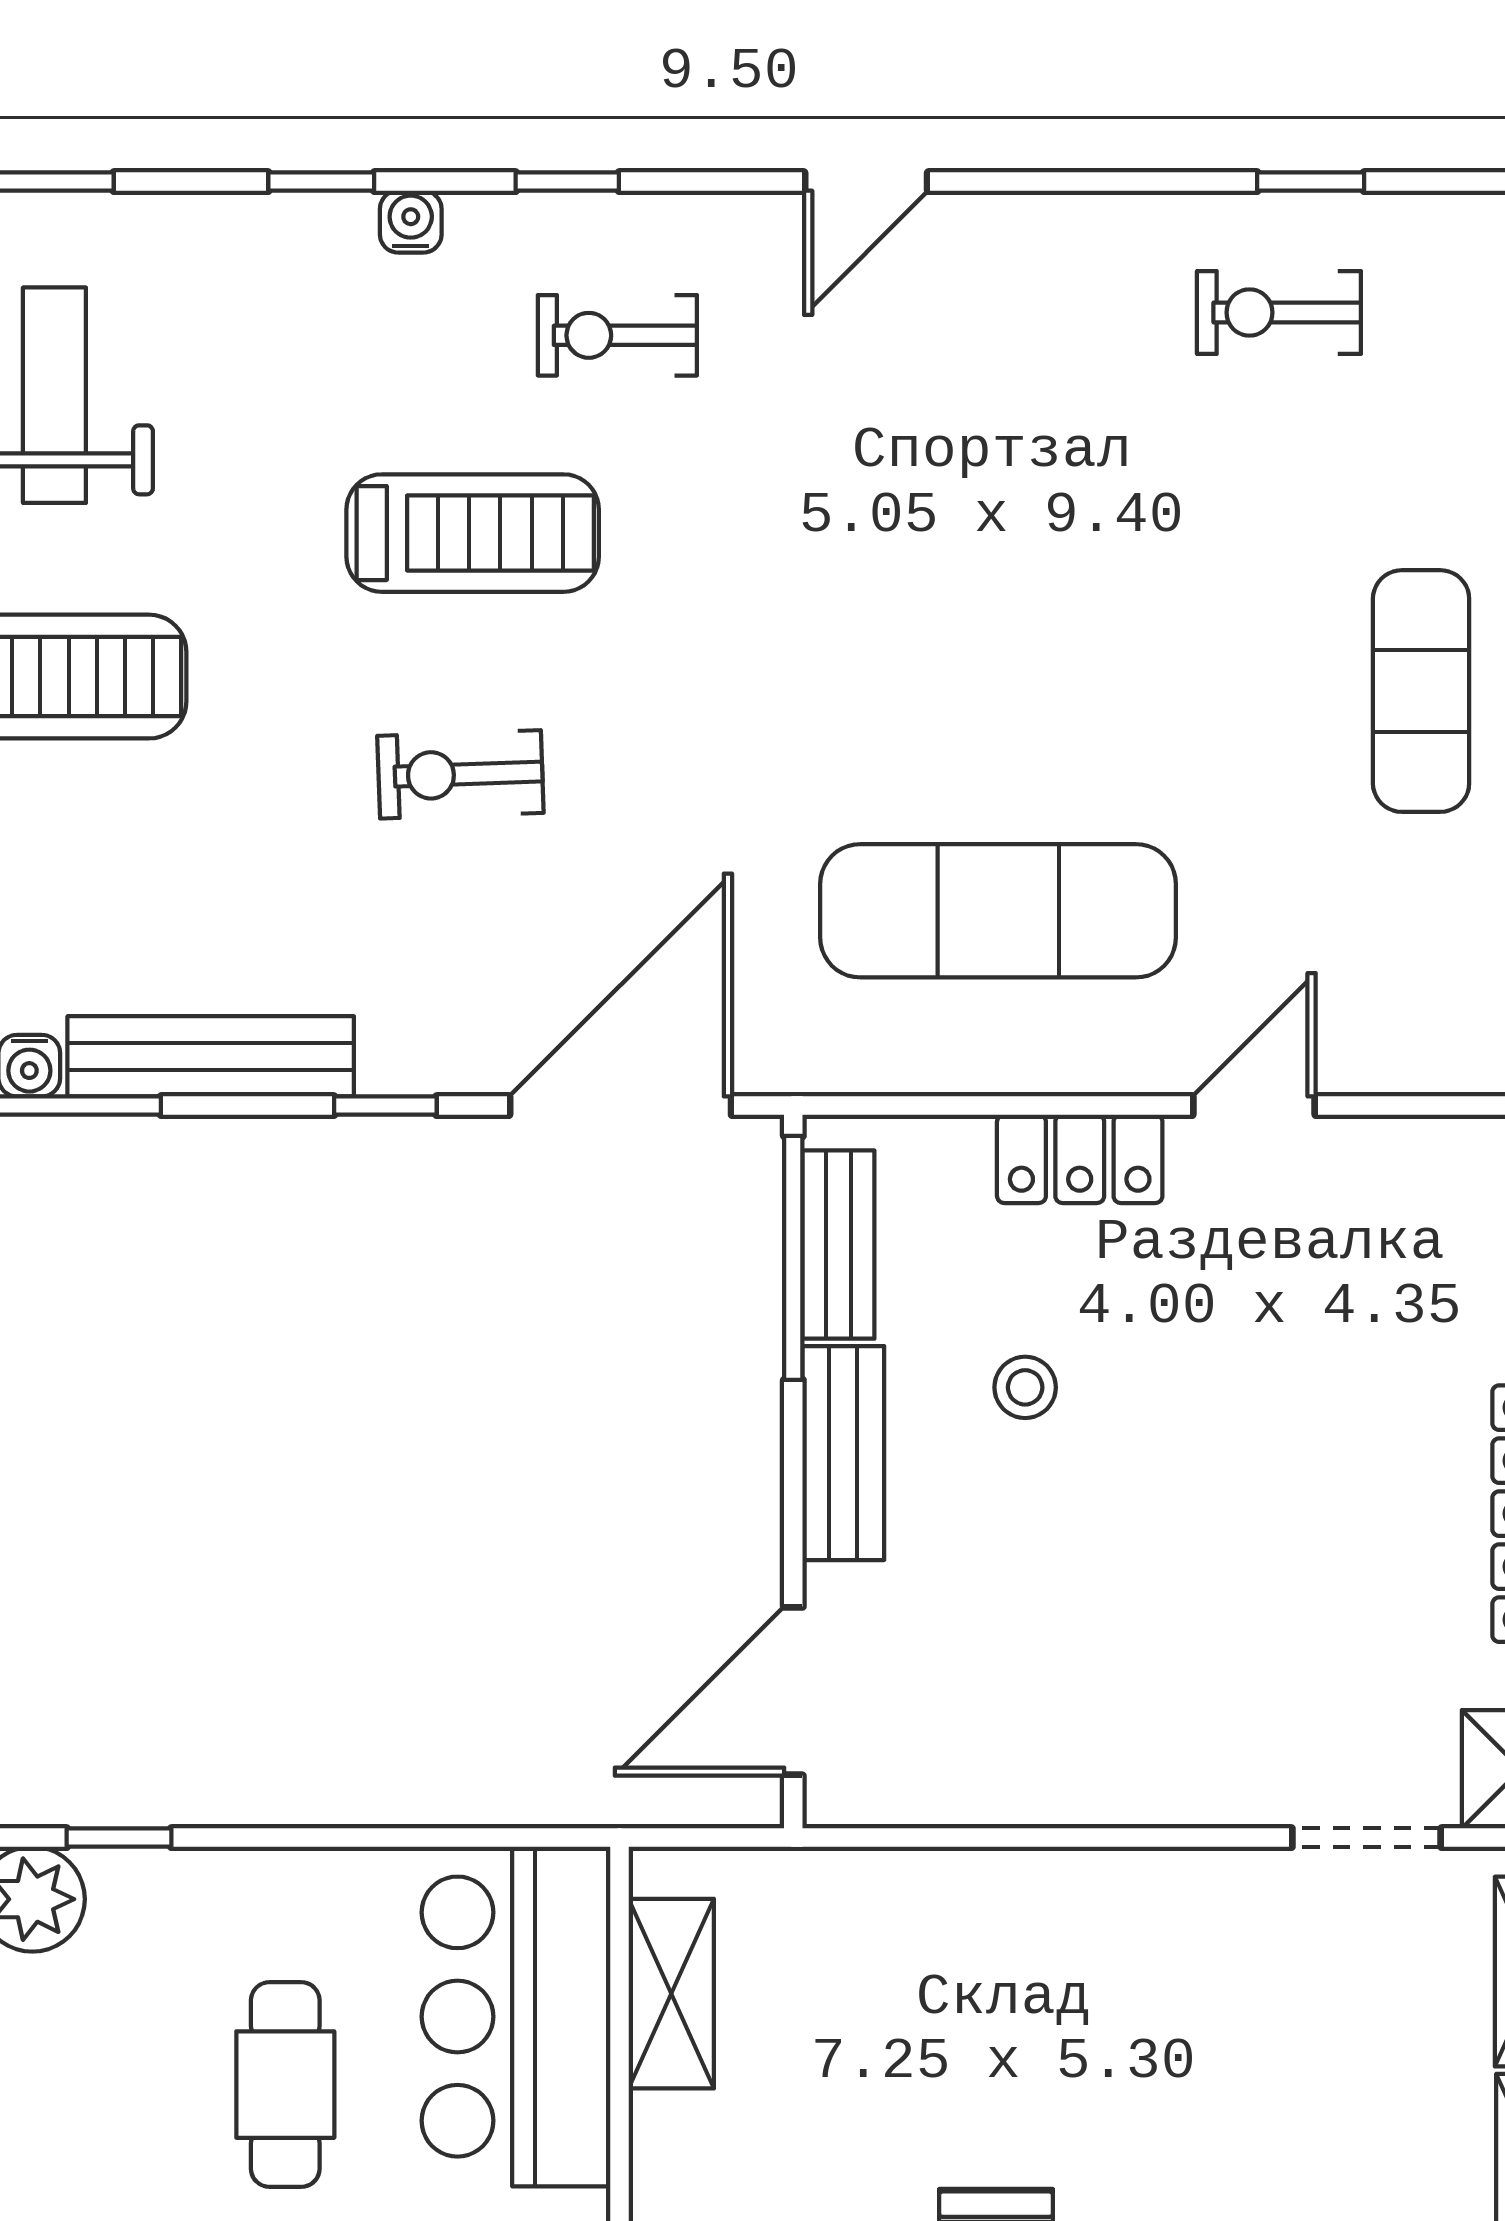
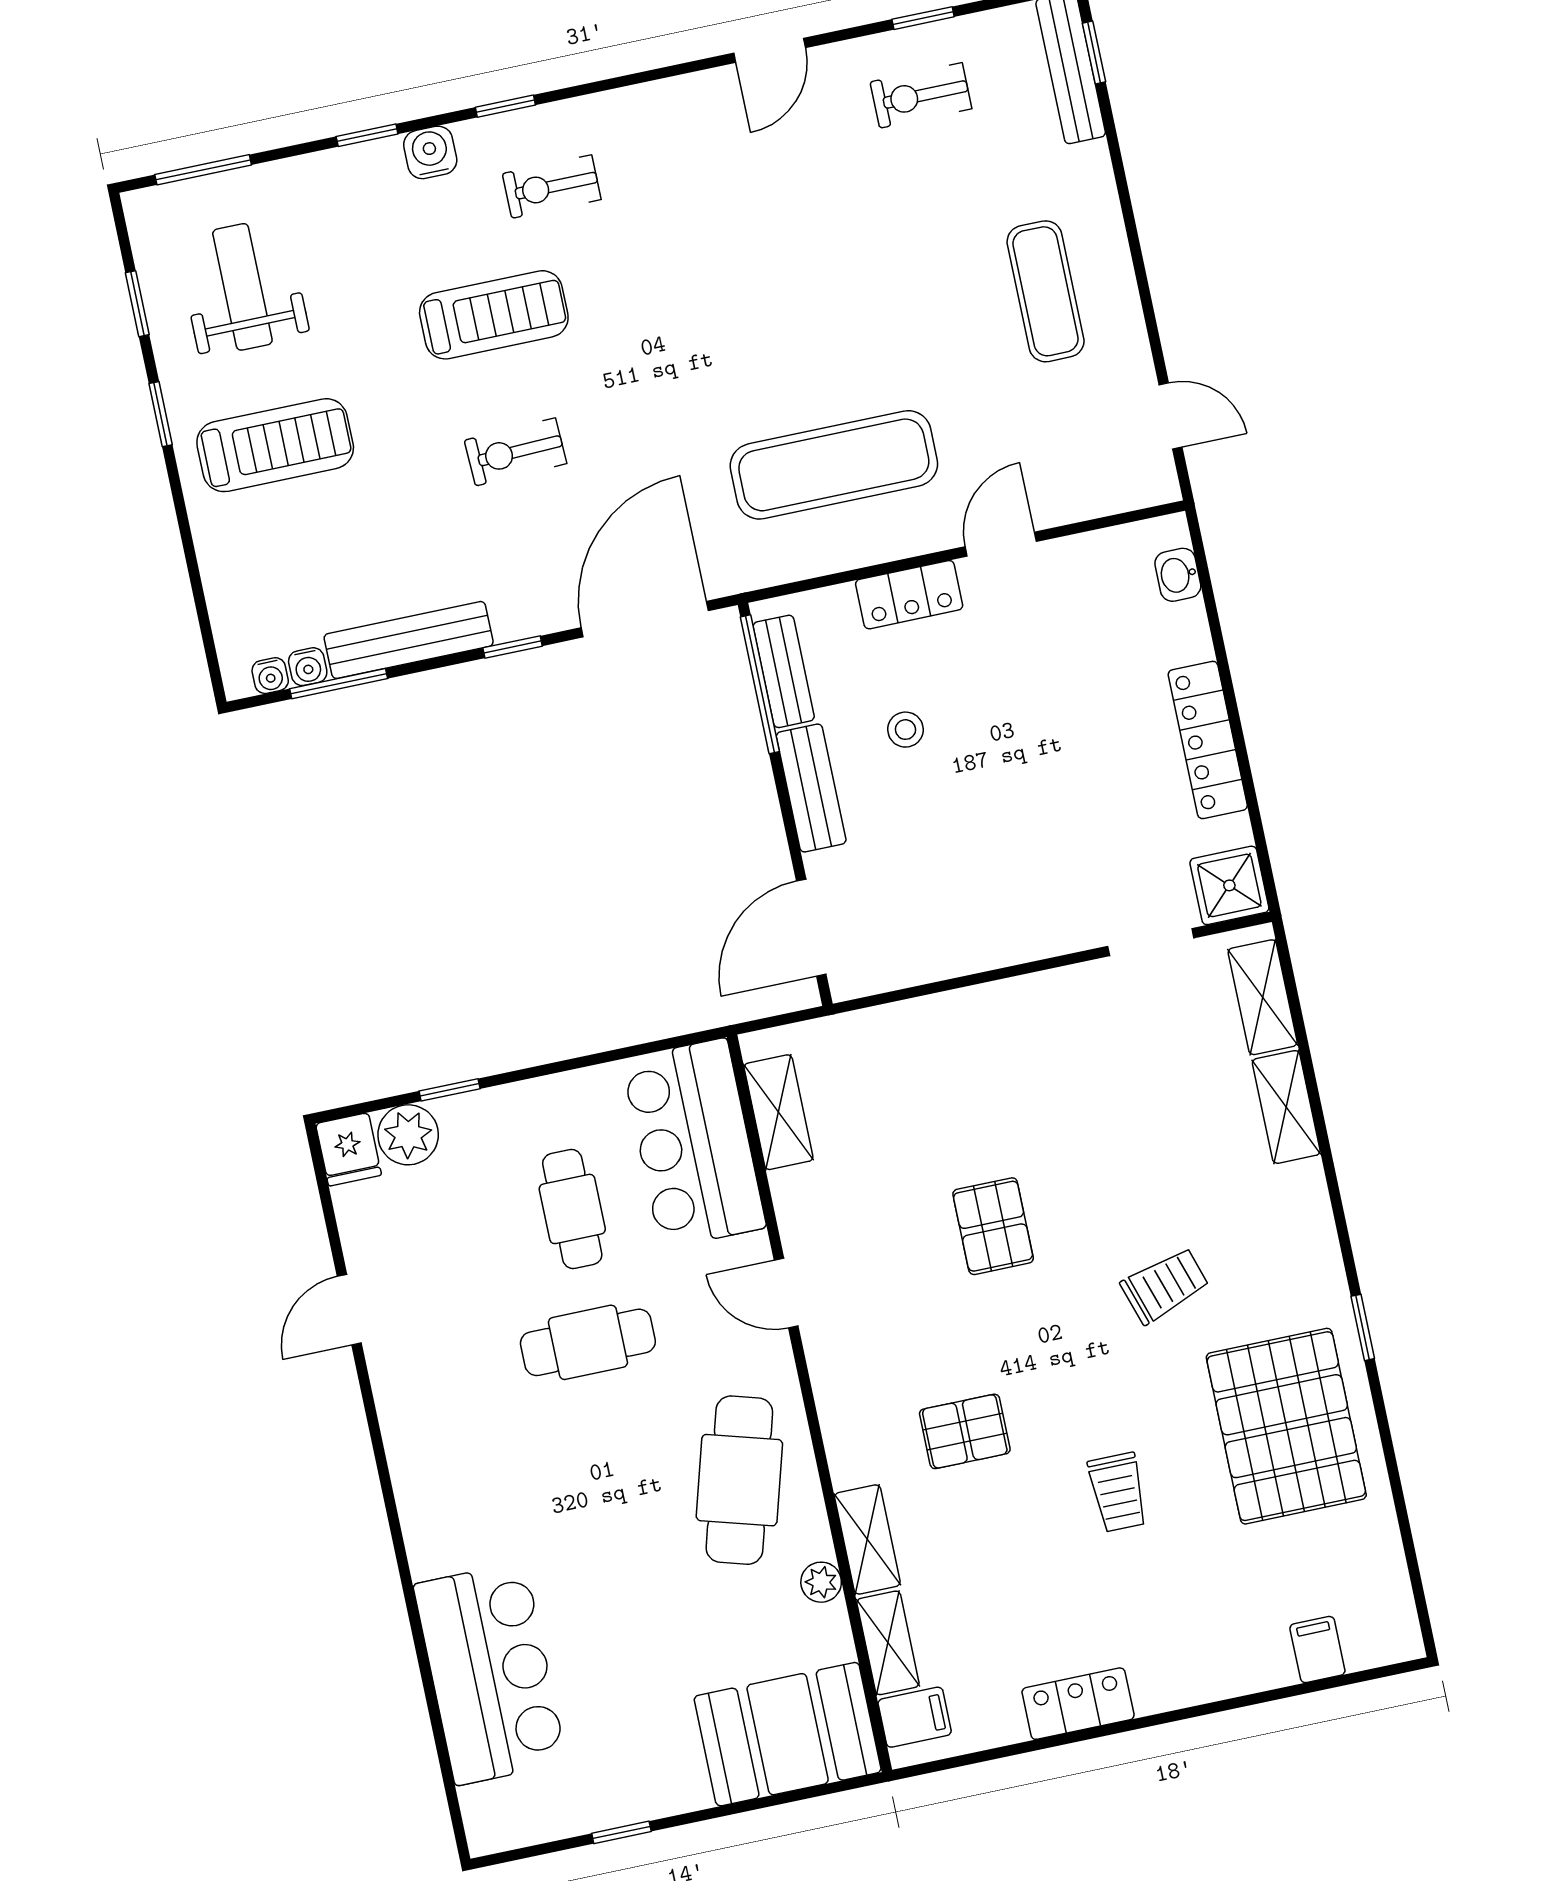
door: (866, 182) -> (770, 50), moved
water cooler: (411, 222) -> (430, 152), width x1.38, depth x1.38

